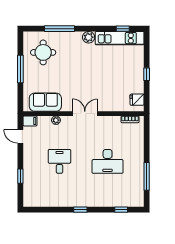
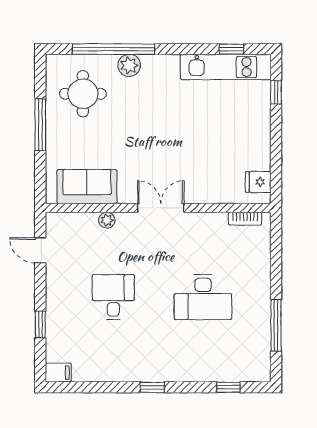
window: (60, 29) -> (113, 49), width x1.46
plant: (89, 37) -> (129, 65), moved
window: (147, 74) -> (276, 92), moved
filing cabinet: (30, 121) -> (58, 373), moved

